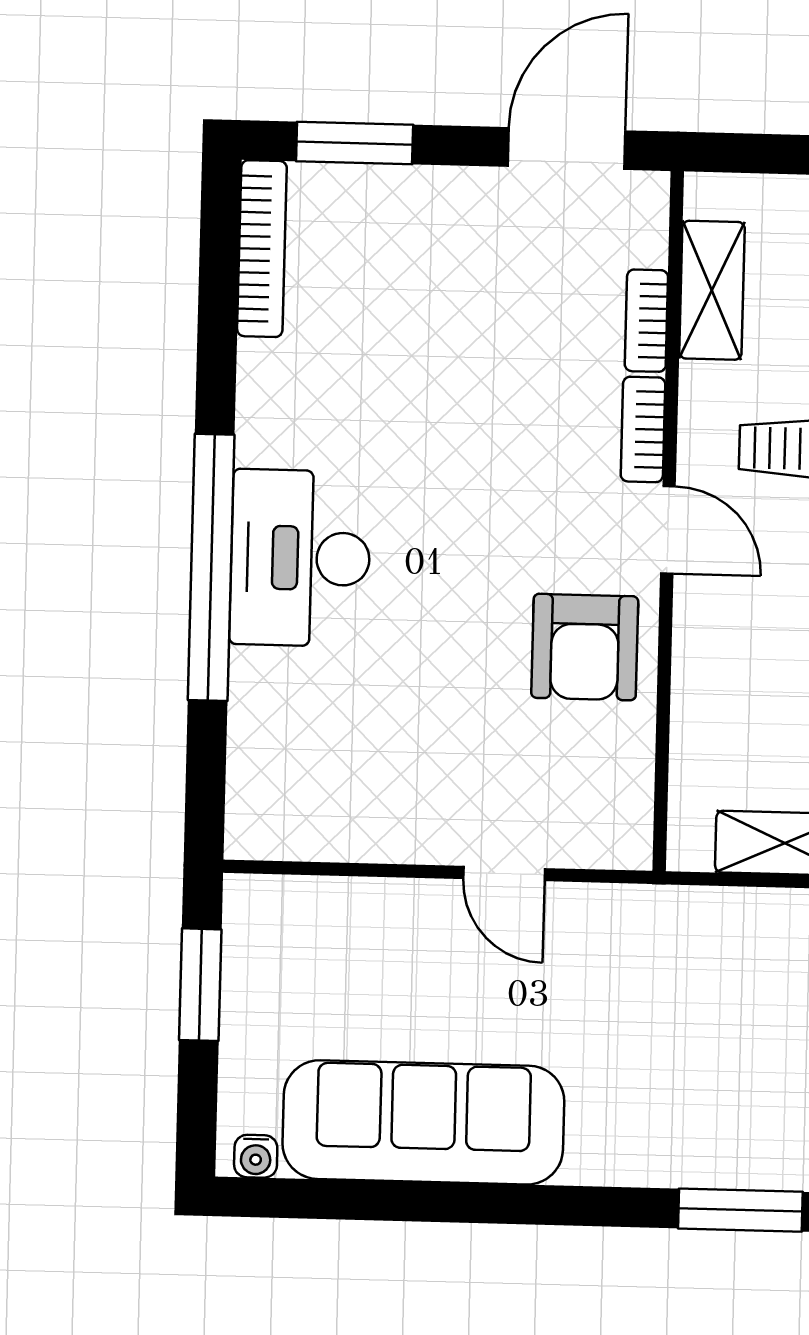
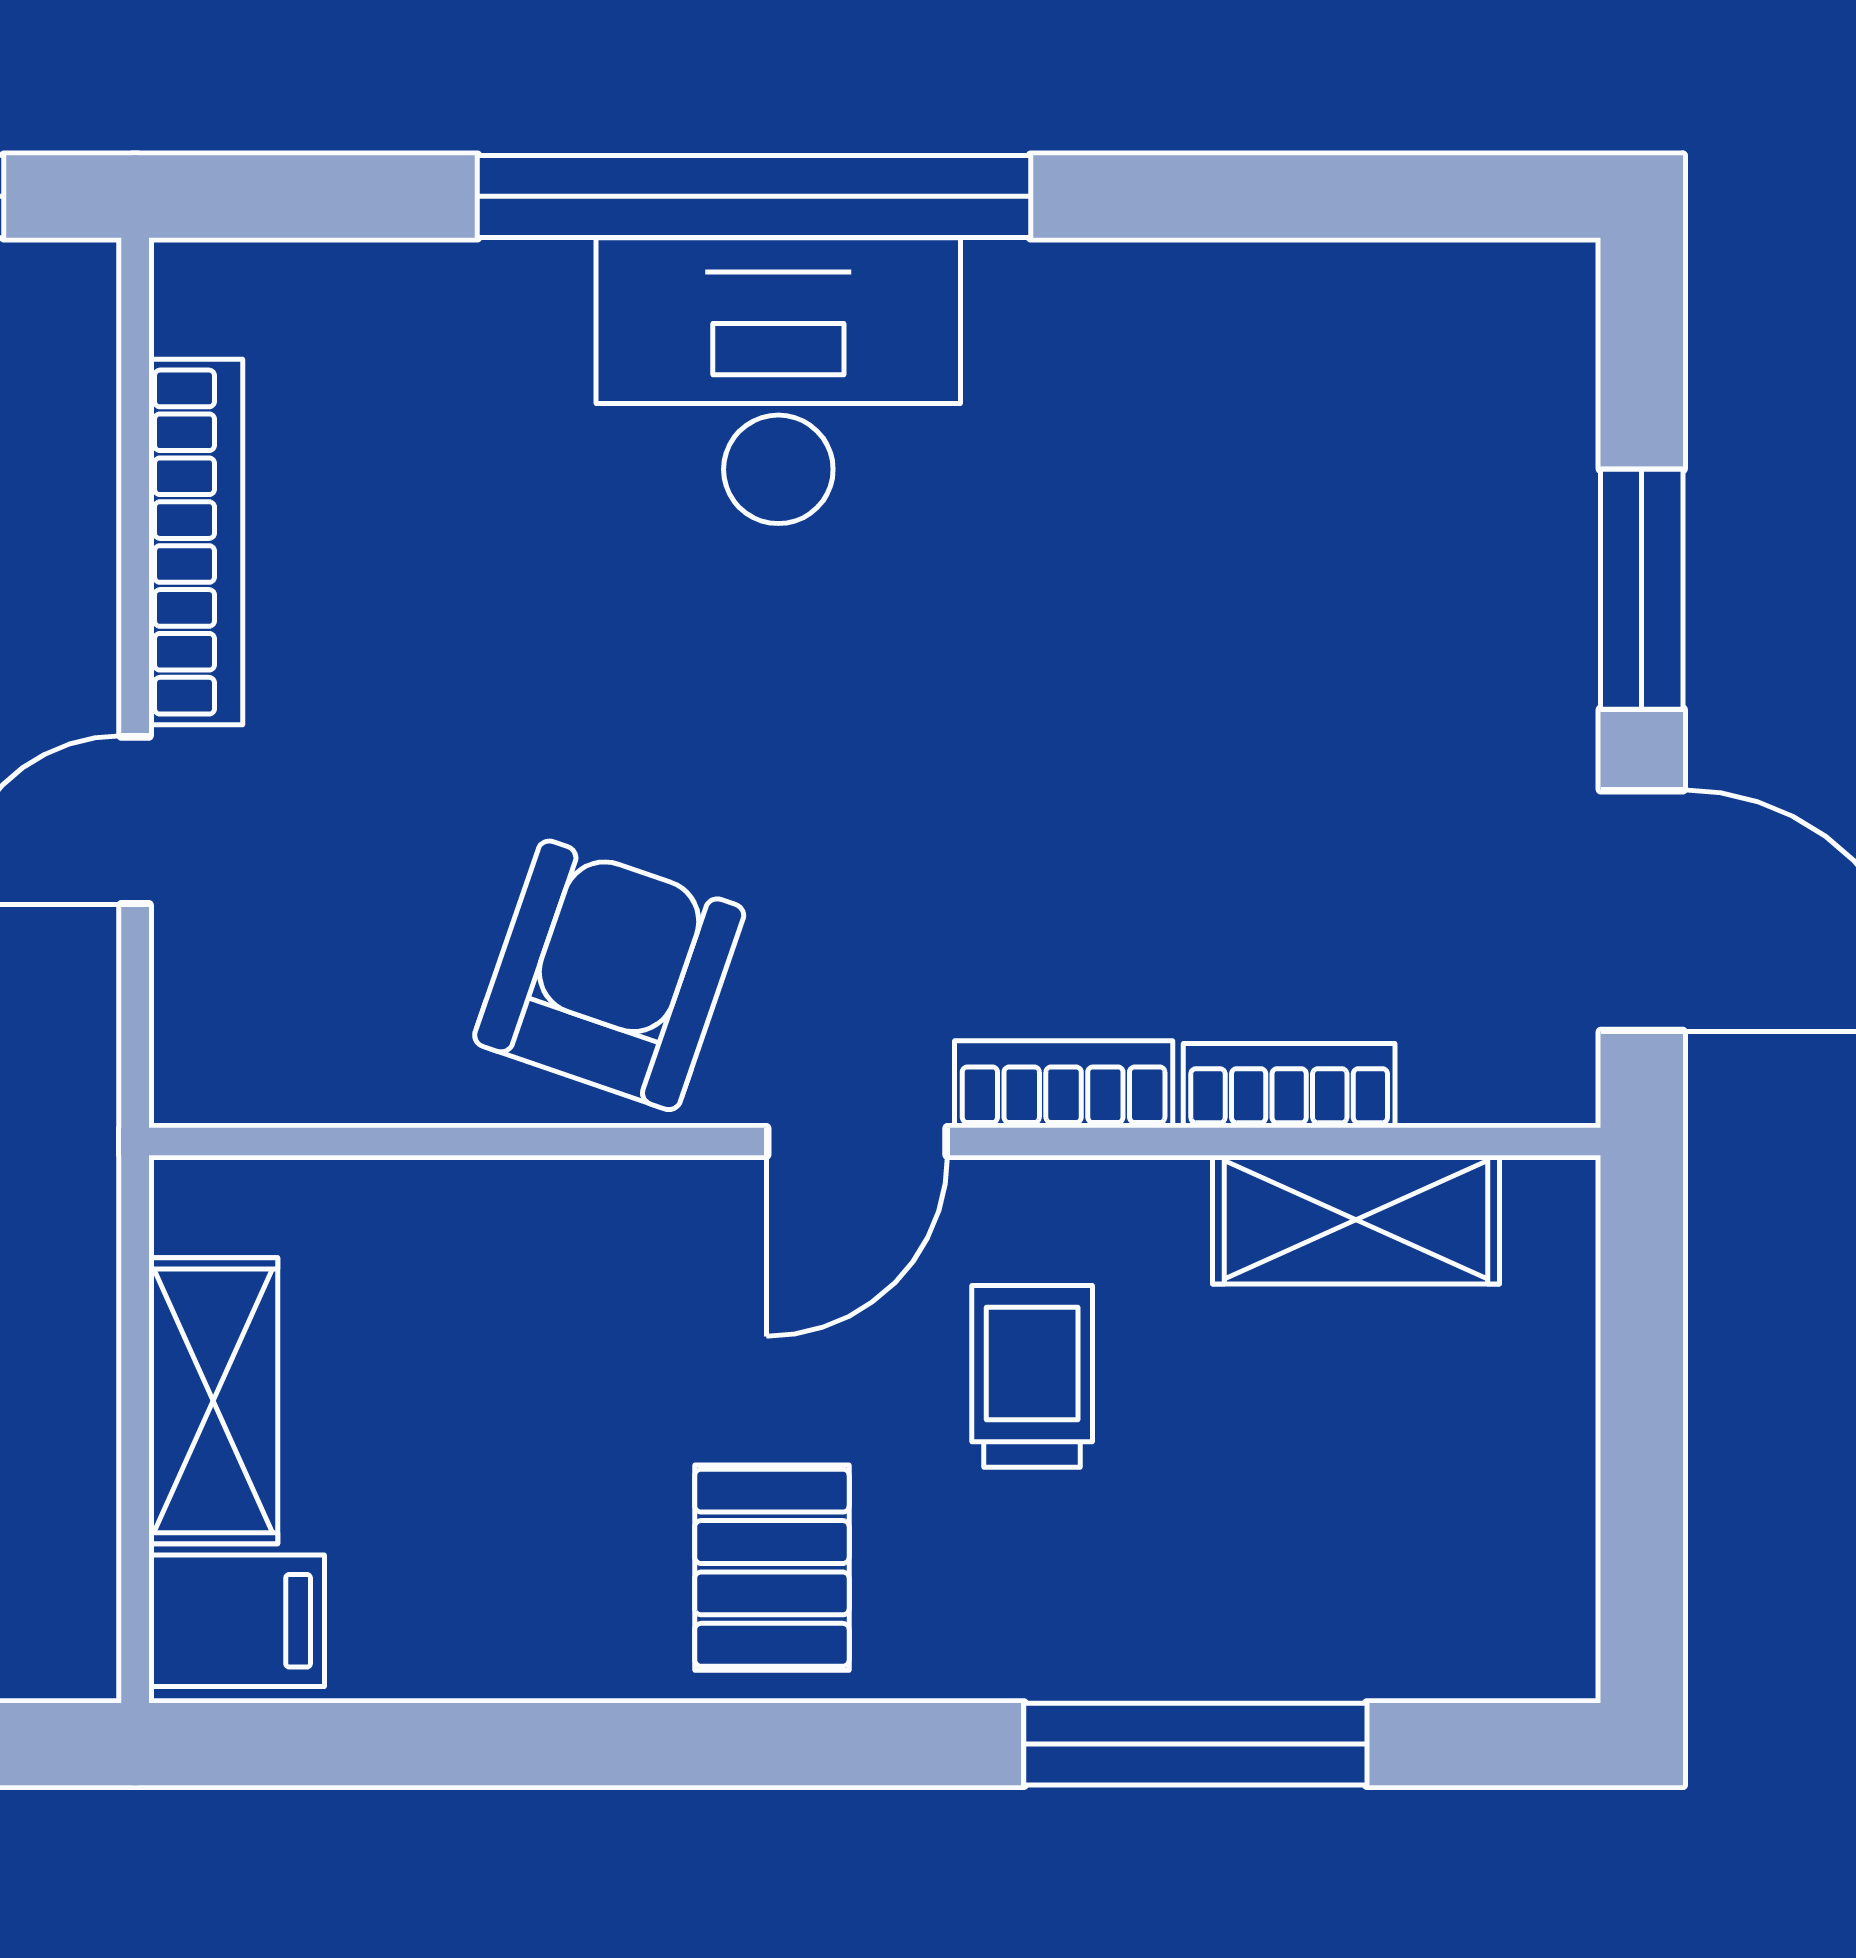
window: (355, 143) -> (1642, 589), moved
bookcase: (262, 249) -> (196, 542), moved, turned -90
armchair: (585, 647) -> (609, 975), turned 109

